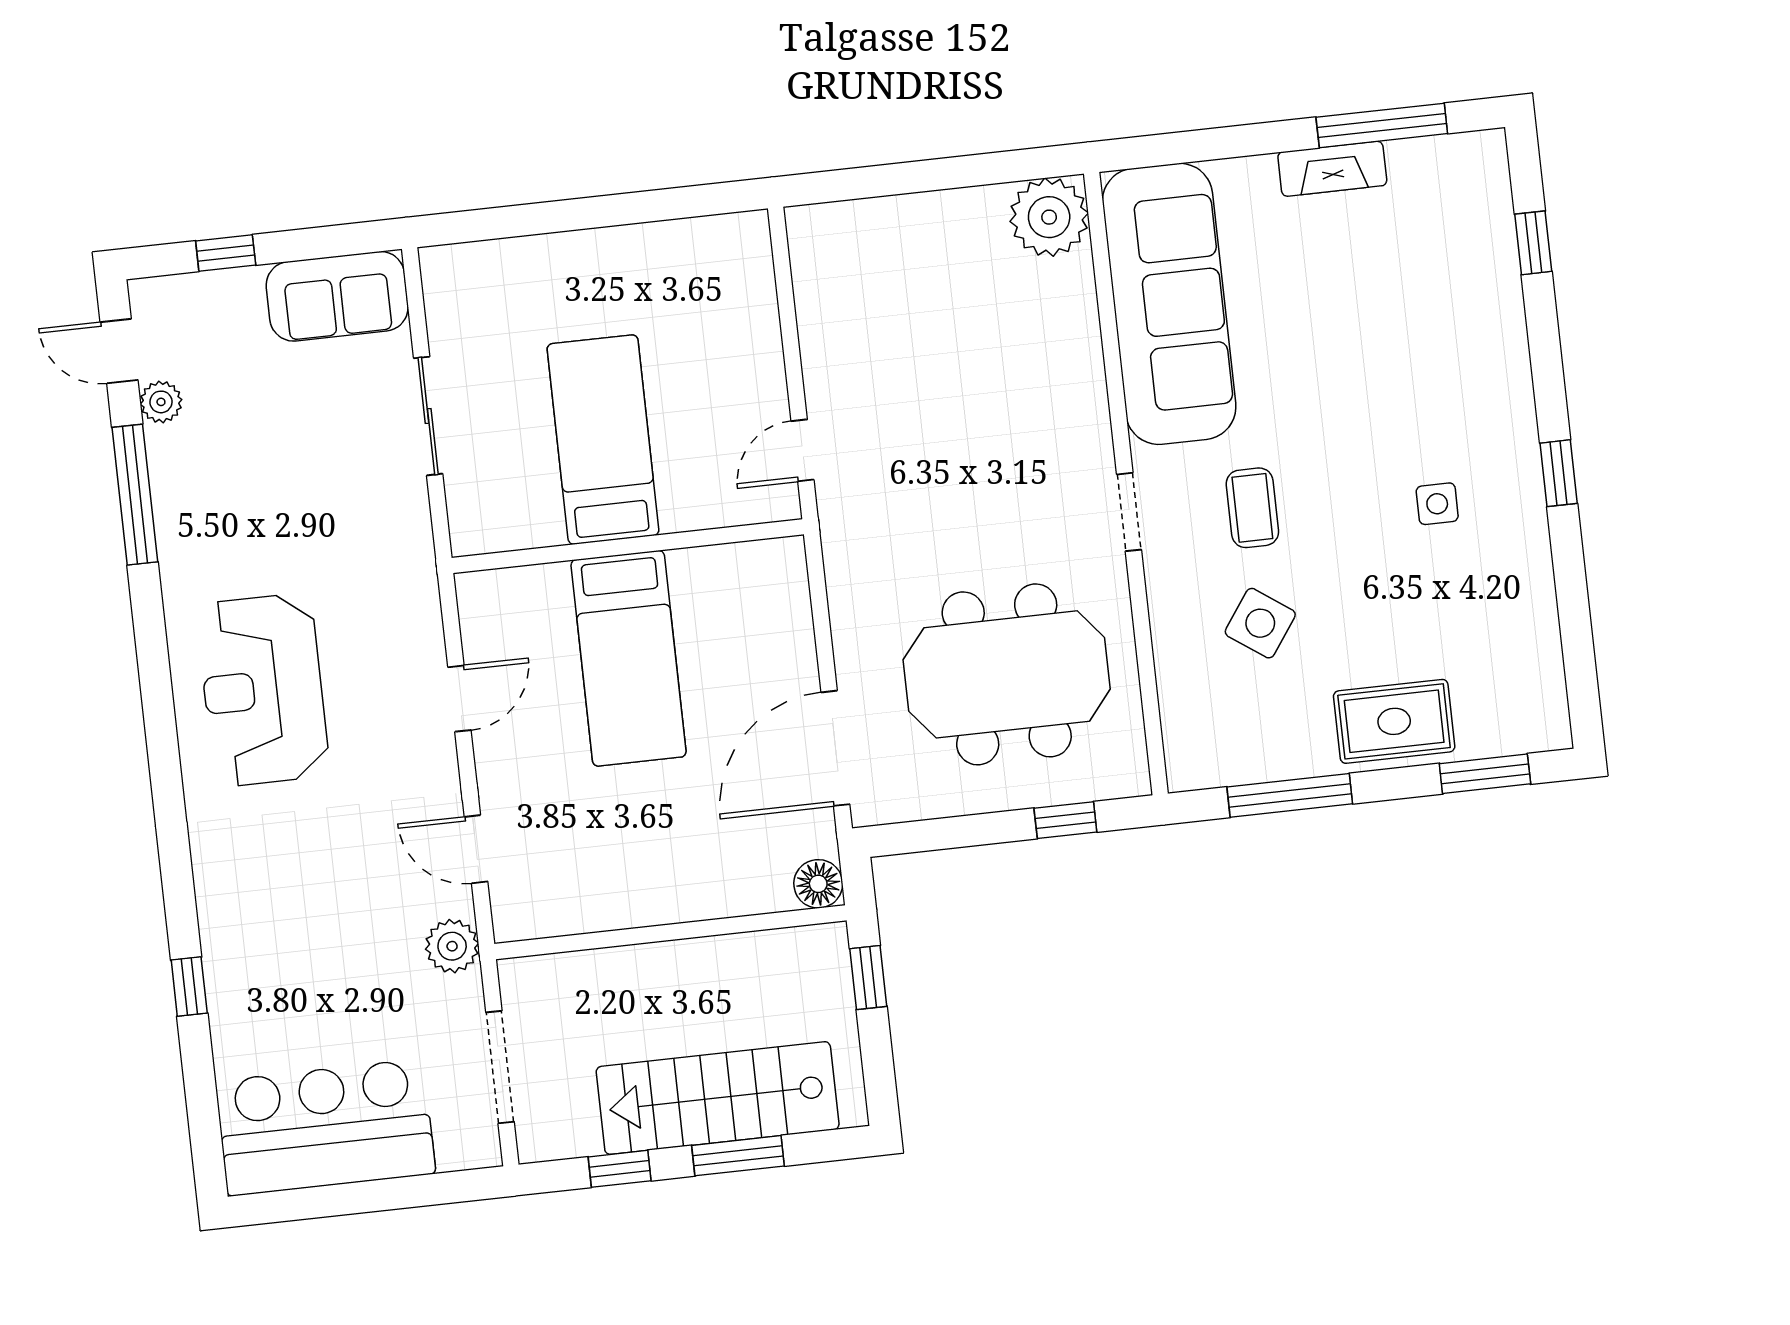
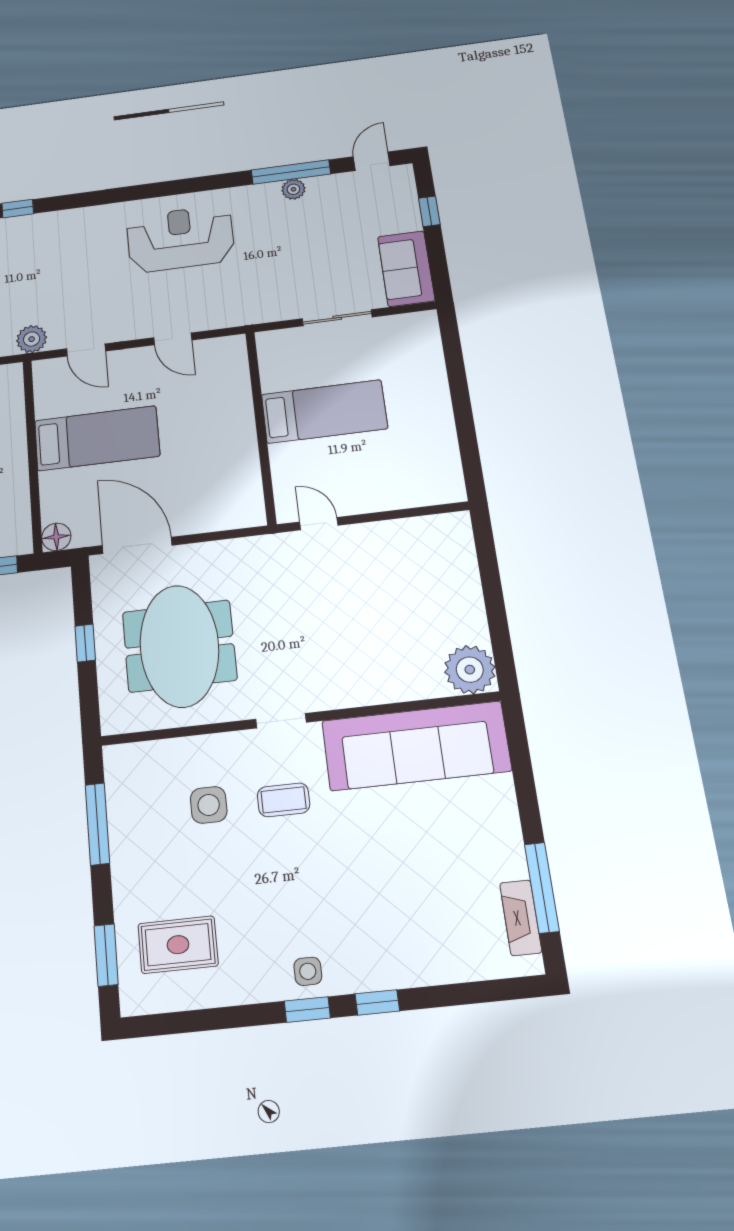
fireplace: (1332, 169) -> (521, 918), moved
window: (1533, 243) -> (377, 1002), moved
plant: (161, 402) -> (293, 189), moved
side table: (1437, 504) -> (308, 971), moved
side table: (1260, 623) -> (209, 805), turned -35
bed: (628, 658) -> (97, 438), moved, turned 180
rug: (1394, 721) -> (178, 945), moved, turned 90
window: (1065, 820) -> (85, 643), moved
door: (476, 849) -> (86, 350), swing flipped

